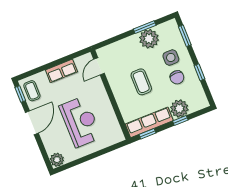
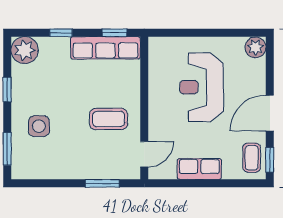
window: (145, 27) -> (102, 183), moved
plant: (149, 39) -> (59, 165), removed
chair: (177, 77) -> (41, 95), removed
coffee table: (141, 82) -> (109, 119), moved, turned 90
plant: (179, 109) -> (25, 50), moved

